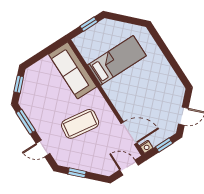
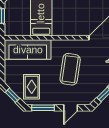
rug: (39, 98) -> (32, 87), added

